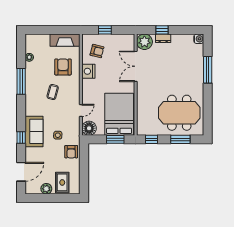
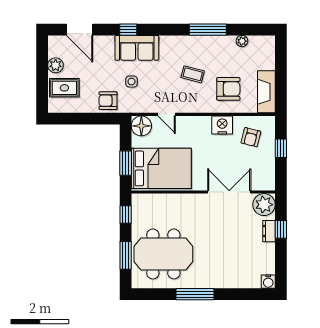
window: (208, 70) -> (195, 294), moved
meeting table: (179, 113) -> (163, 254), turned 90

